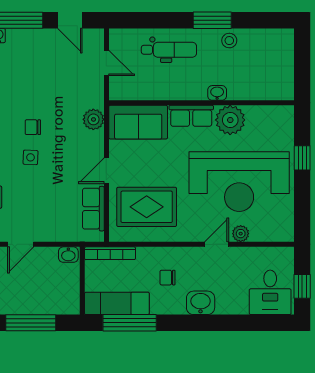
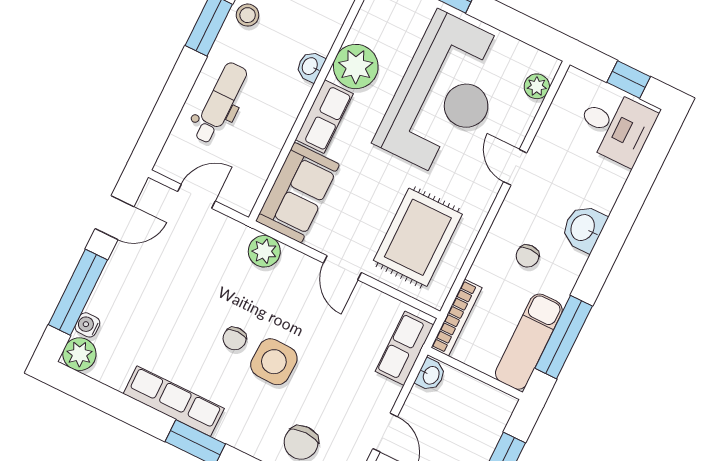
side table: (31, 157) -> (274, 362), width x1.87, depth x1.87
row of seats: (93, 209) -> (404, 348), moved, turned 90
plant: (241, 234) -> (537, 86), moved

